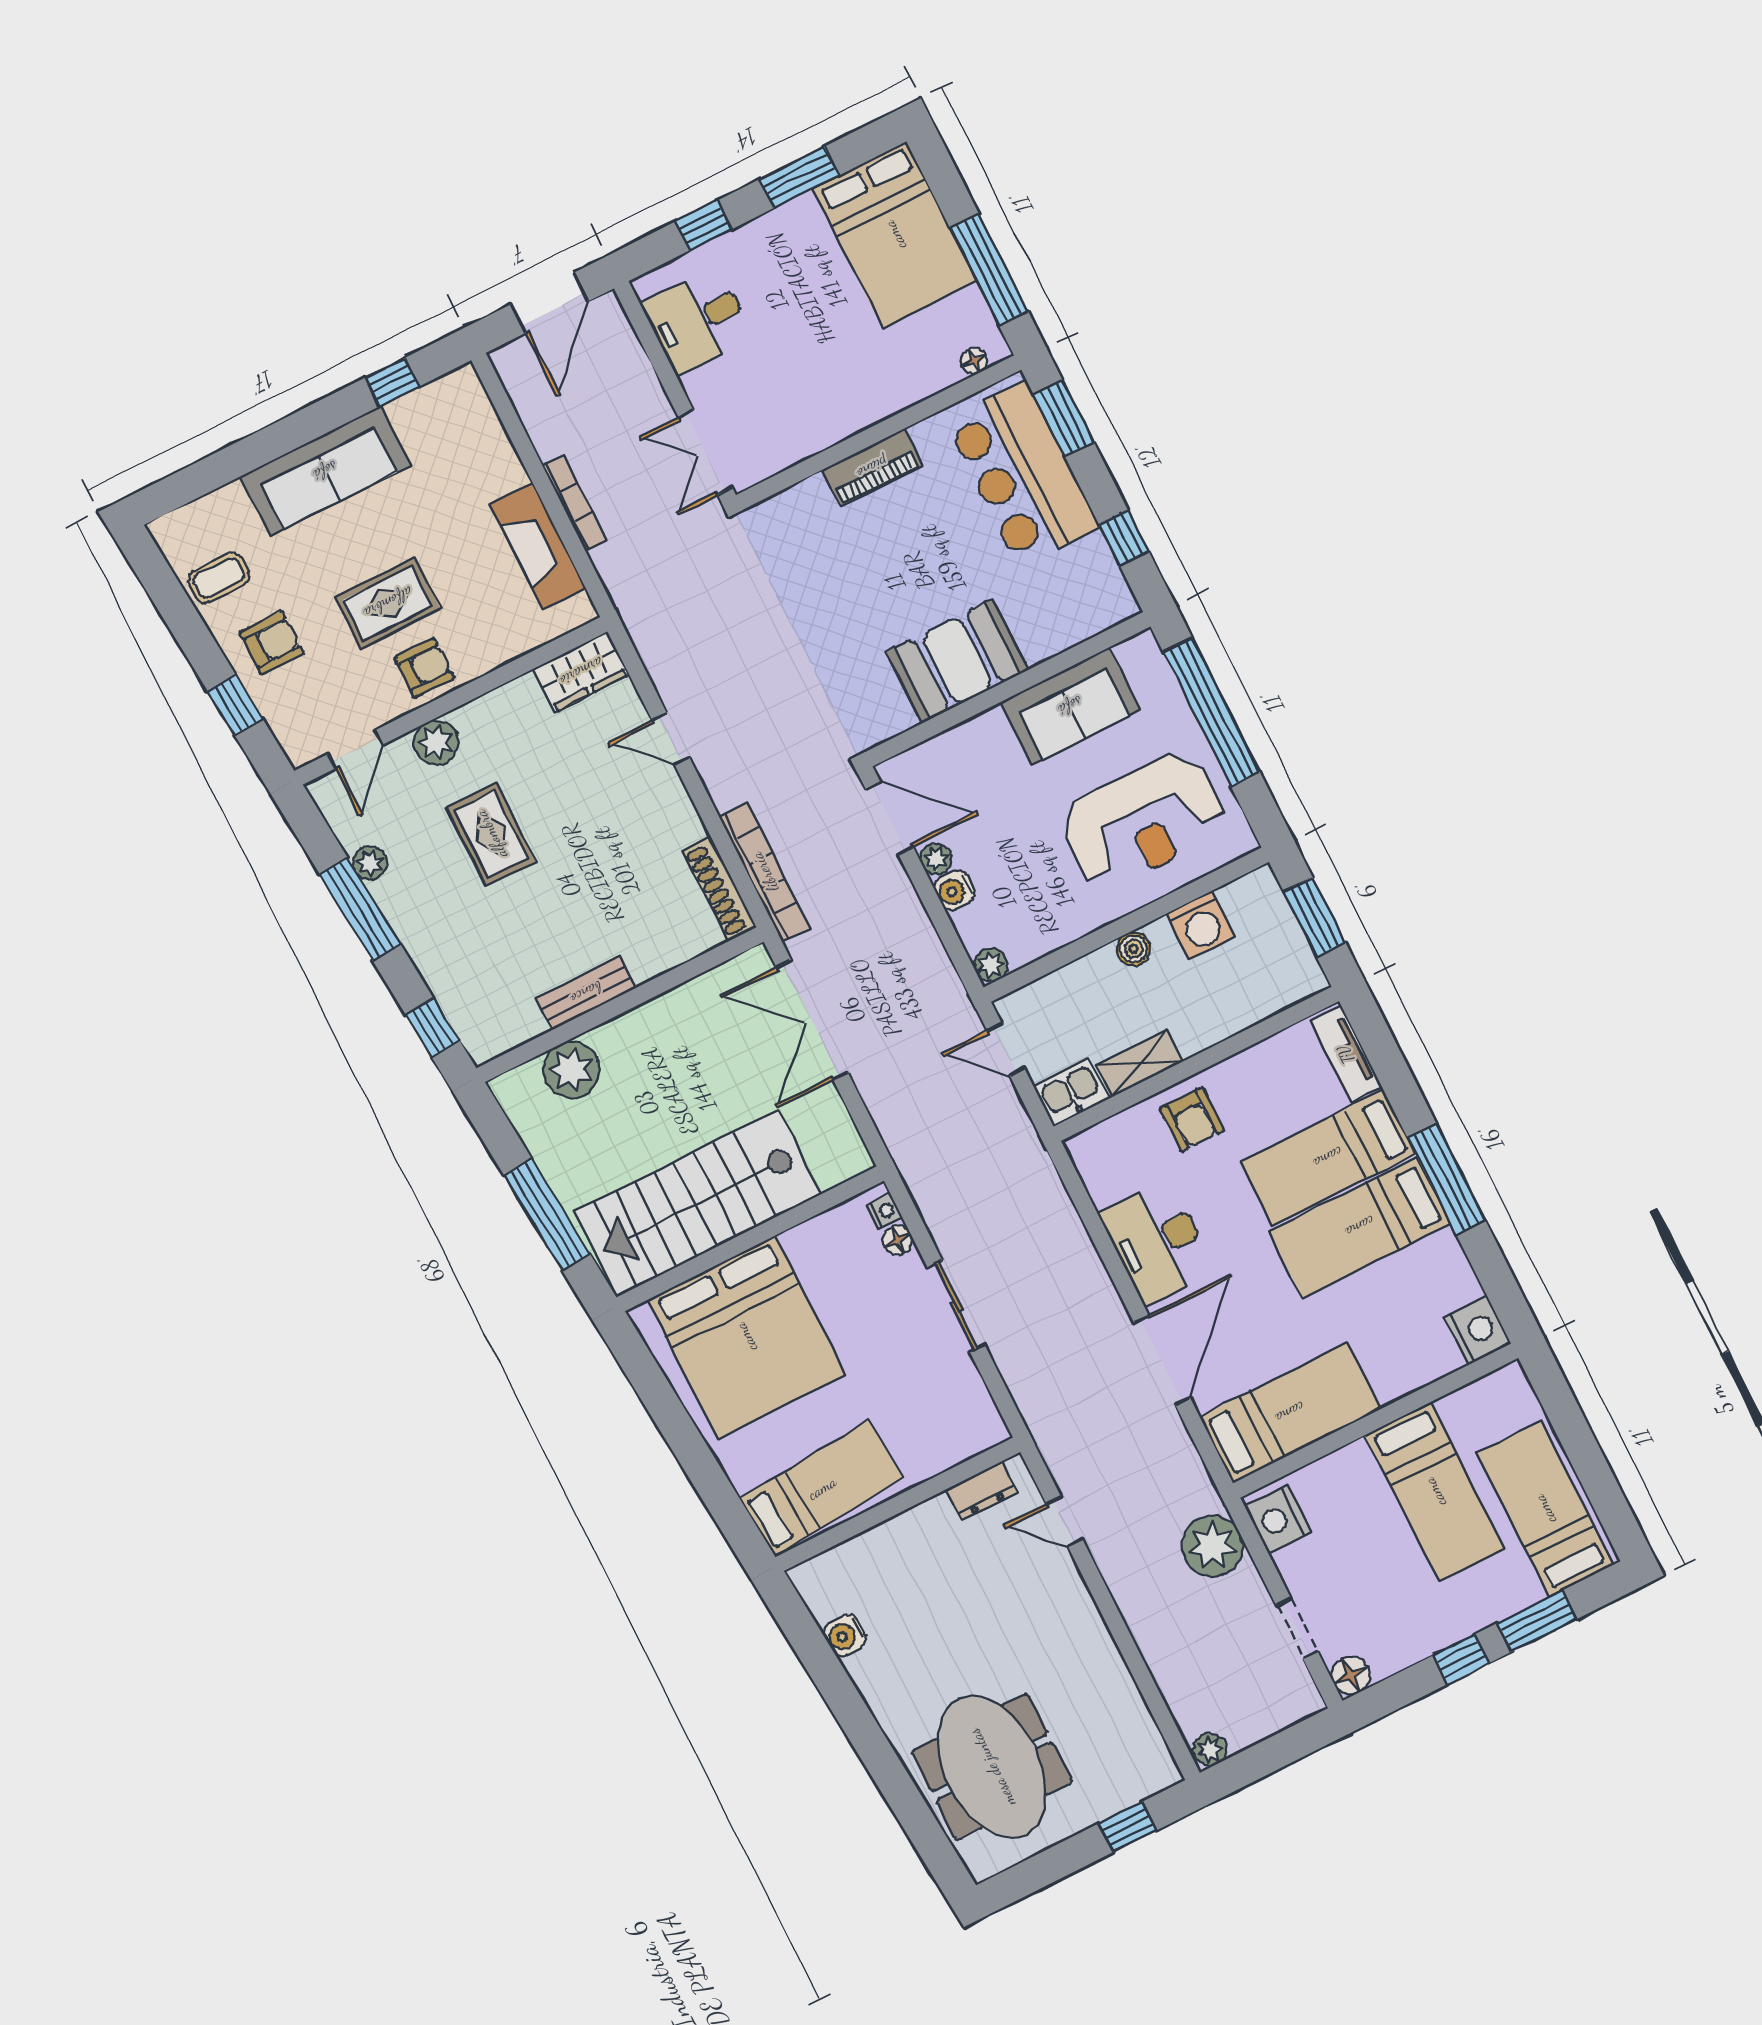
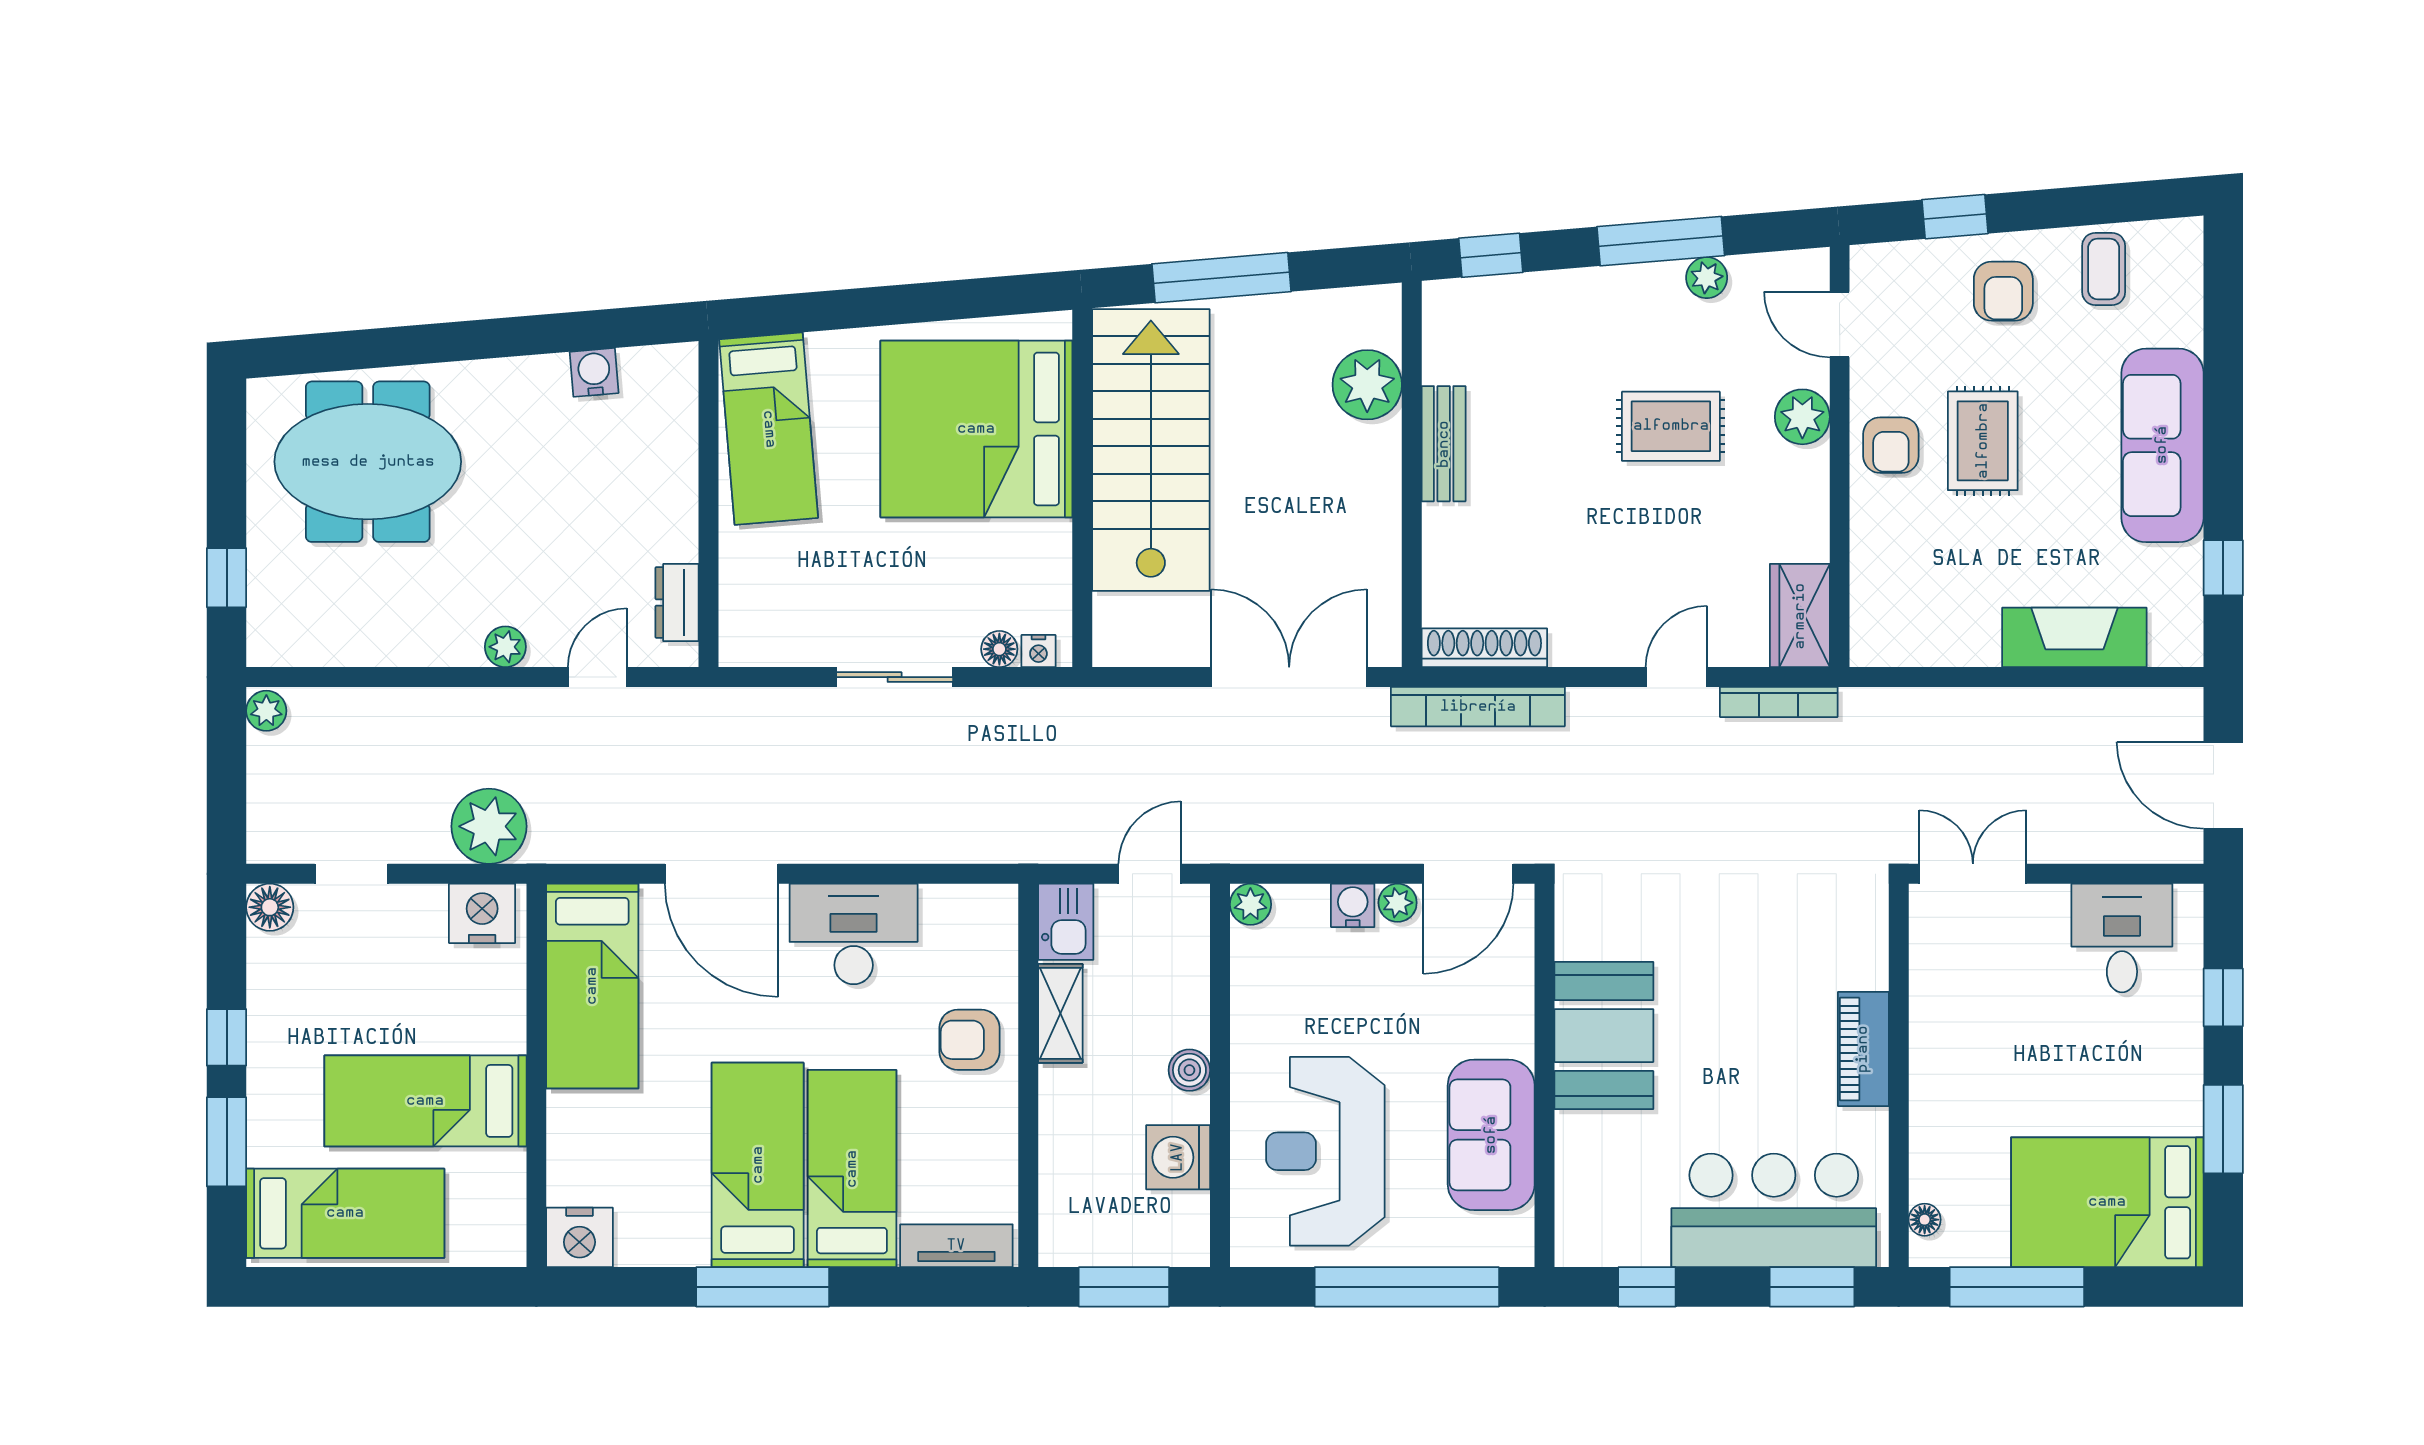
bookcase: (575, 503) -> (1779, 702), moved
fireplace: (538, 546) -> (2074, 637), moved
plant: (1076, 1599) -> (505, 647), added

